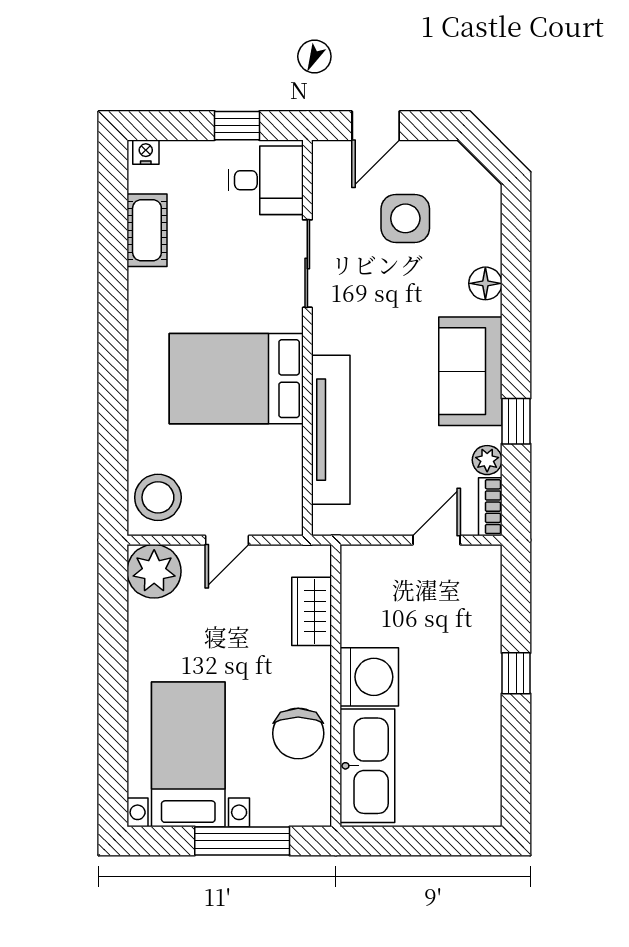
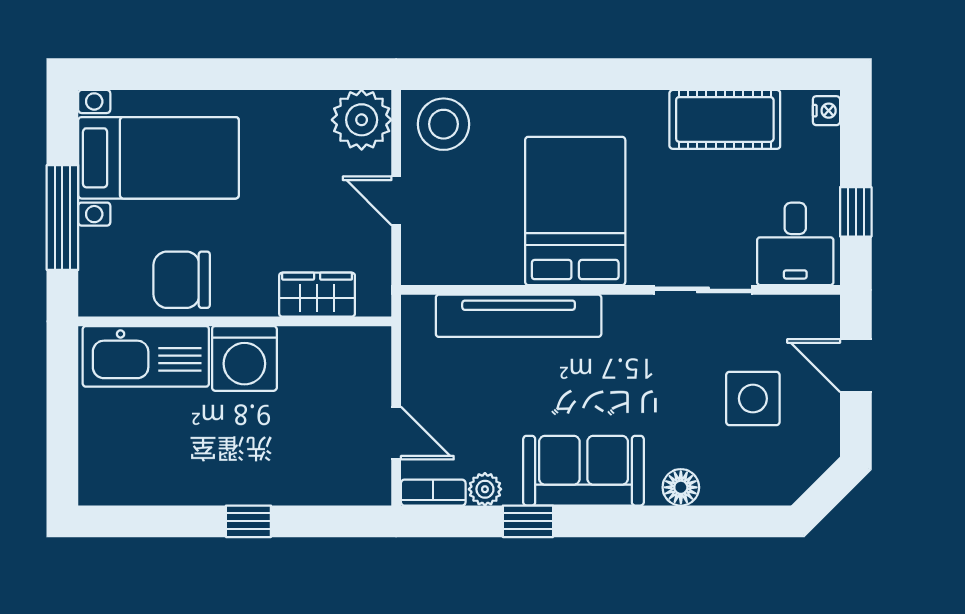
cot: (147, 230) -> (725, 119), width x1.37, depth x1.34

